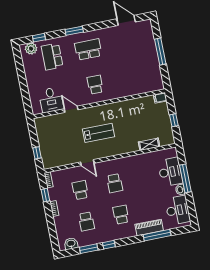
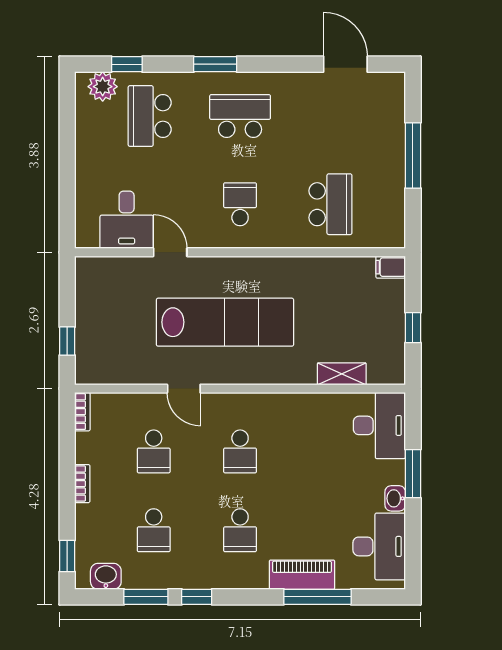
school desk: (131, 77) -> (330, 204), added
lab bench: (98, 133) -> (225, 322), width x1.86, depth x1.39
desk: (170, 172) -> (379, 425), moved
window: (185, 178) -> (413, 474), width x0.69
school desk: (80, 190) -> (154, 451), turned 180
window: (45, 195) -> (67, 556), moved
school desk: (121, 215) -> (240, 530), turned 180

